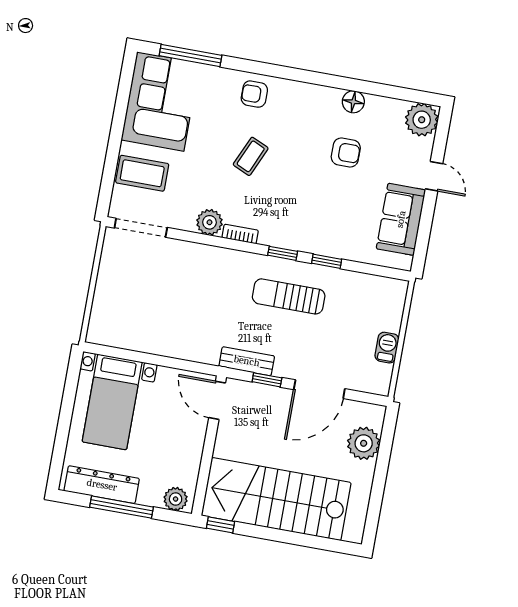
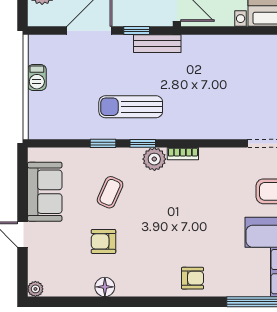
plant: (422, 120) -> (35, 289), width x0.53, depth x0.53
coffee table: (251, 156) -> (110, 192), moved
plant: (209, 222) -> (154, 159), moved
sun lounger: (289, 296) -> (131, 107), turned 180

